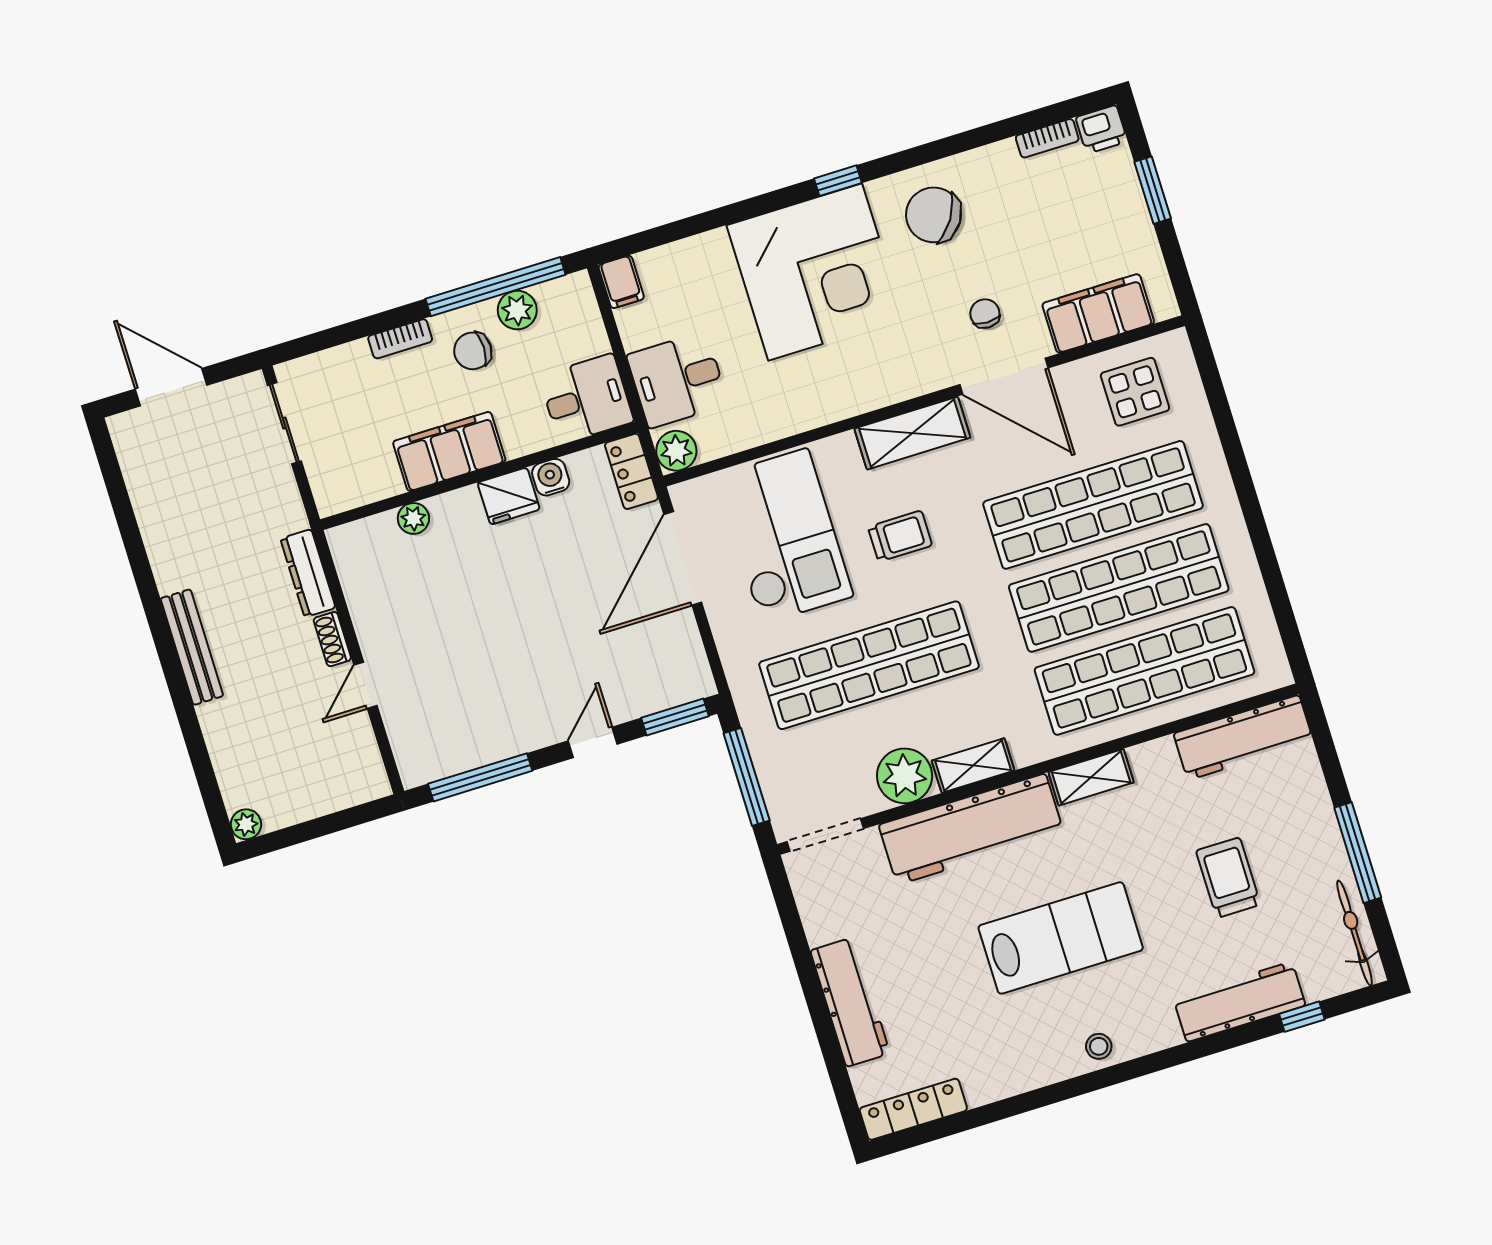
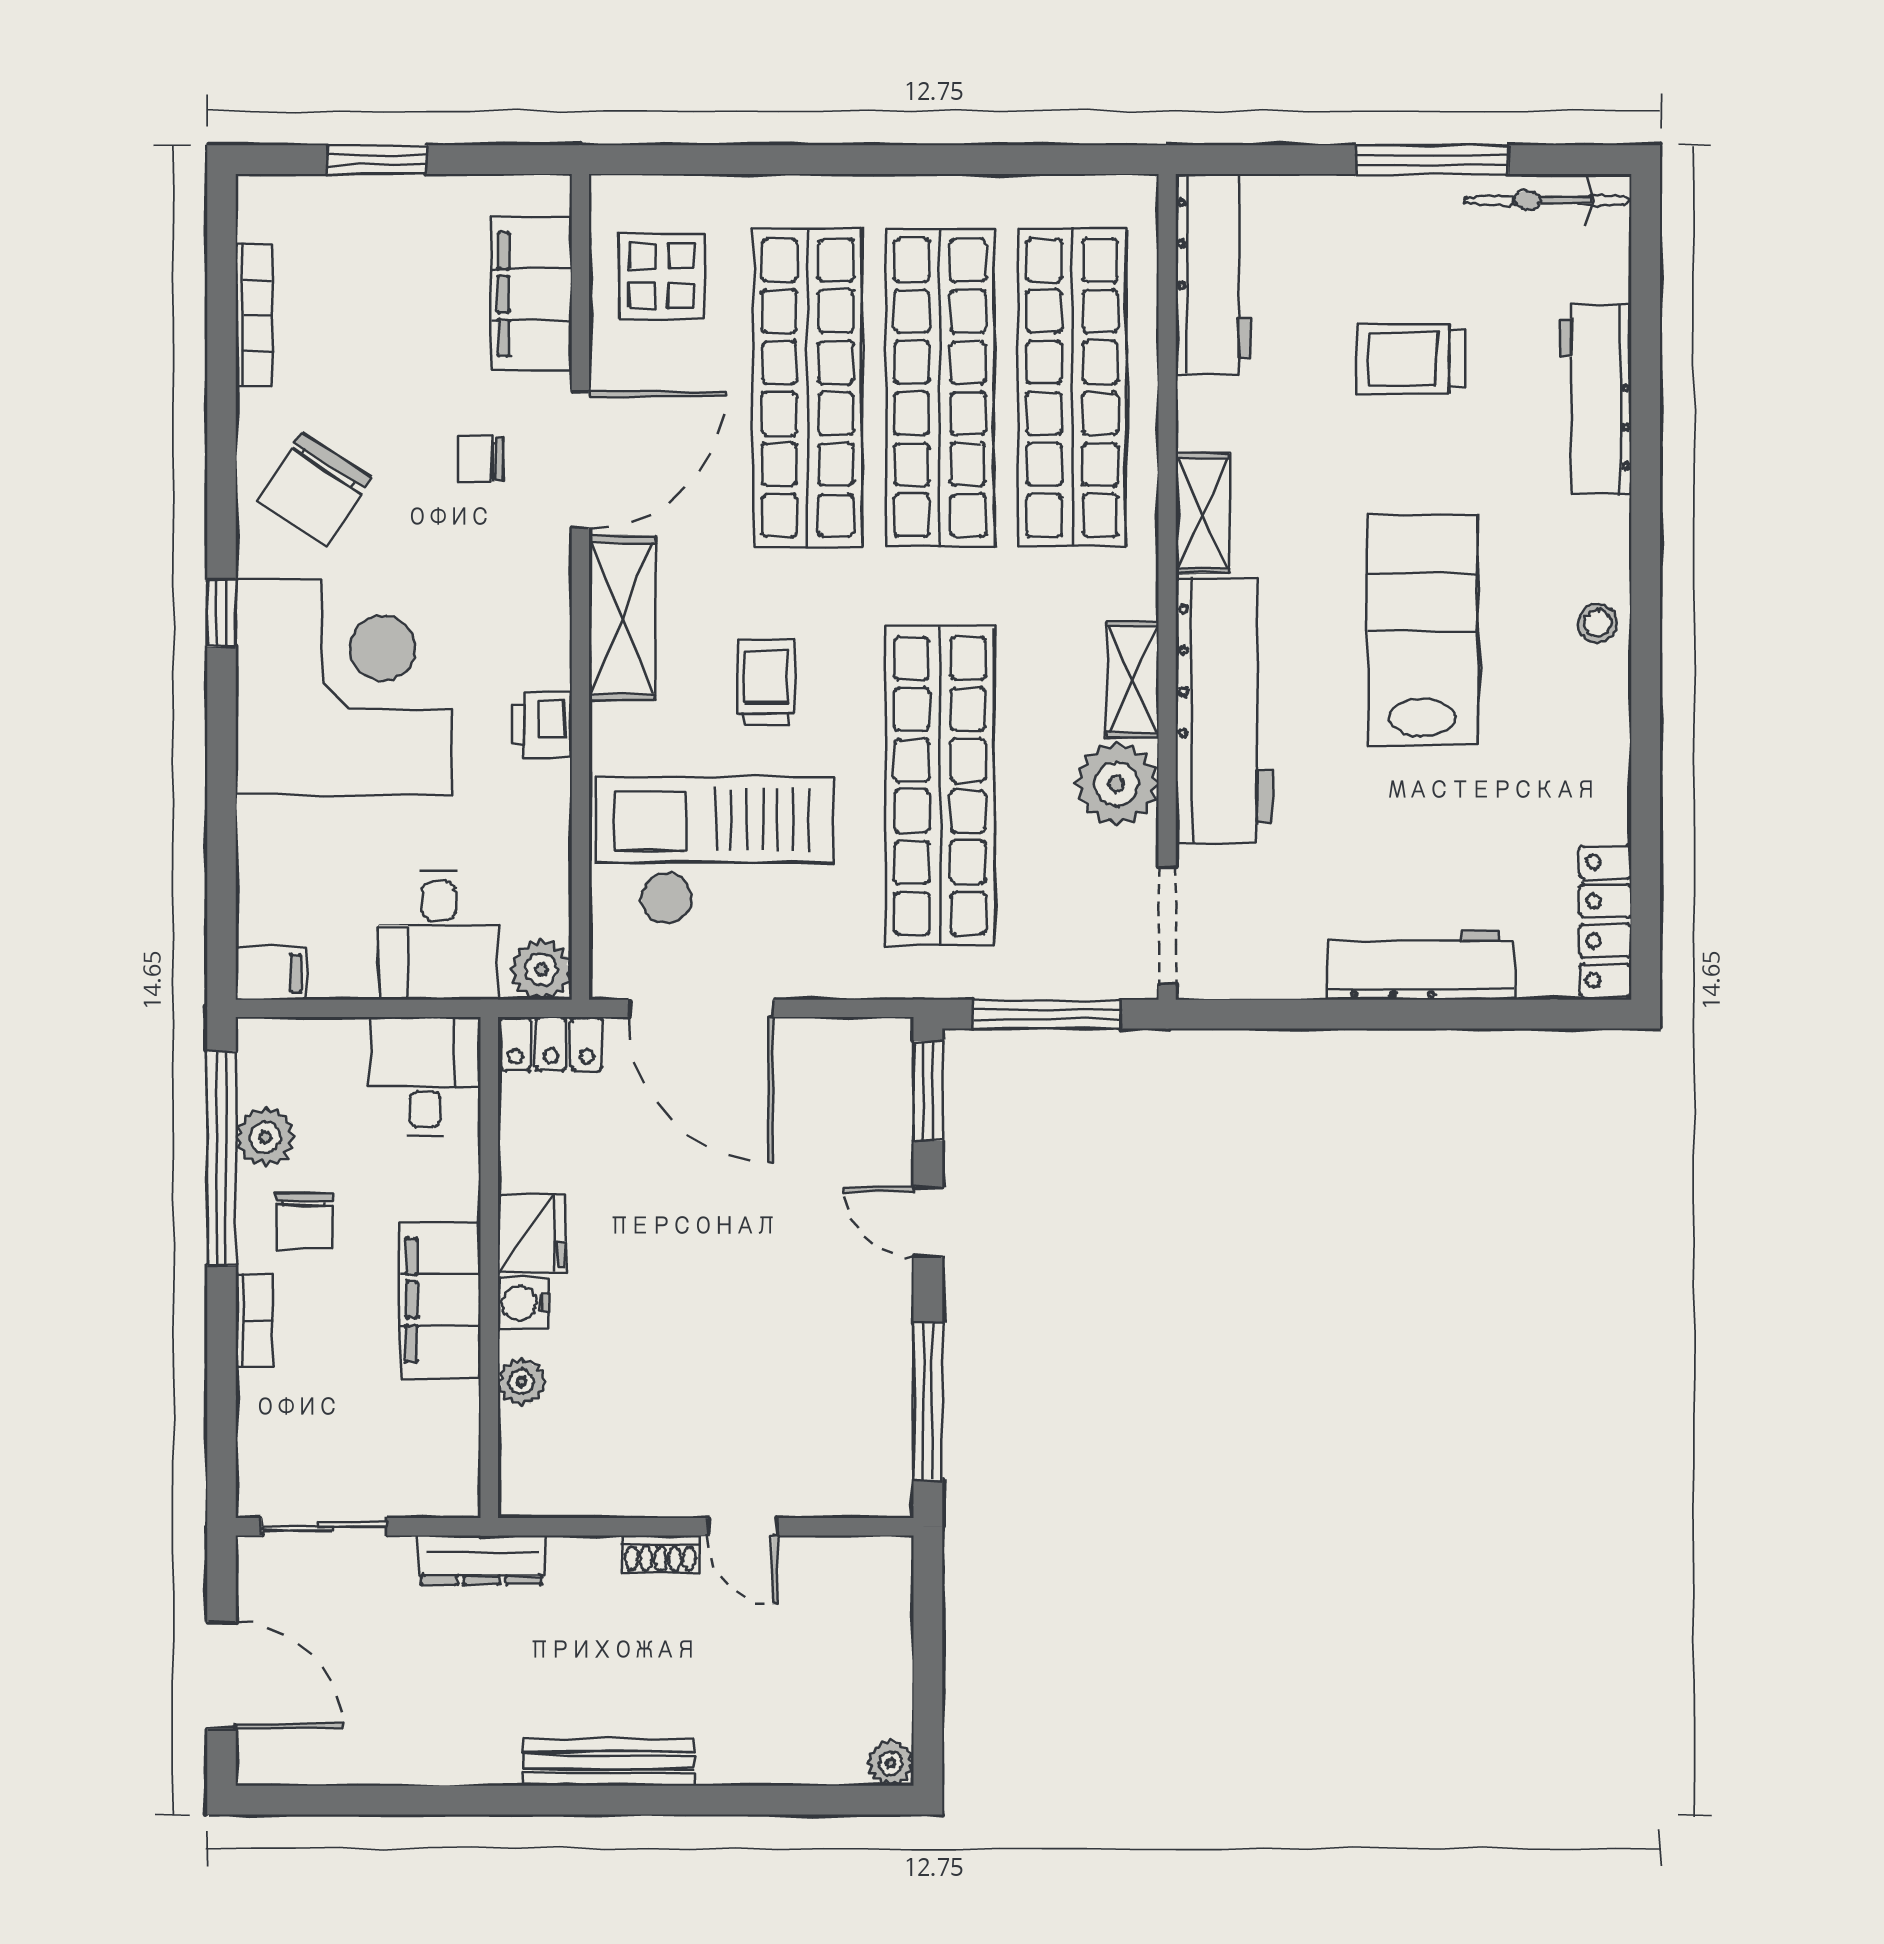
printer: (1102, 129) -> (542, 725), moved, turned 180
bookcase: (1047, 138) -> (254, 315), width x1.56
door: (171, 387) -> (222, 1675), swing flipped
water cooler: (551, 477) -> (523, 1303), moved
dresser: (308, 573) -> (482, 1560), moved
window: (1302, 1017) -> (1646, 315), removed

